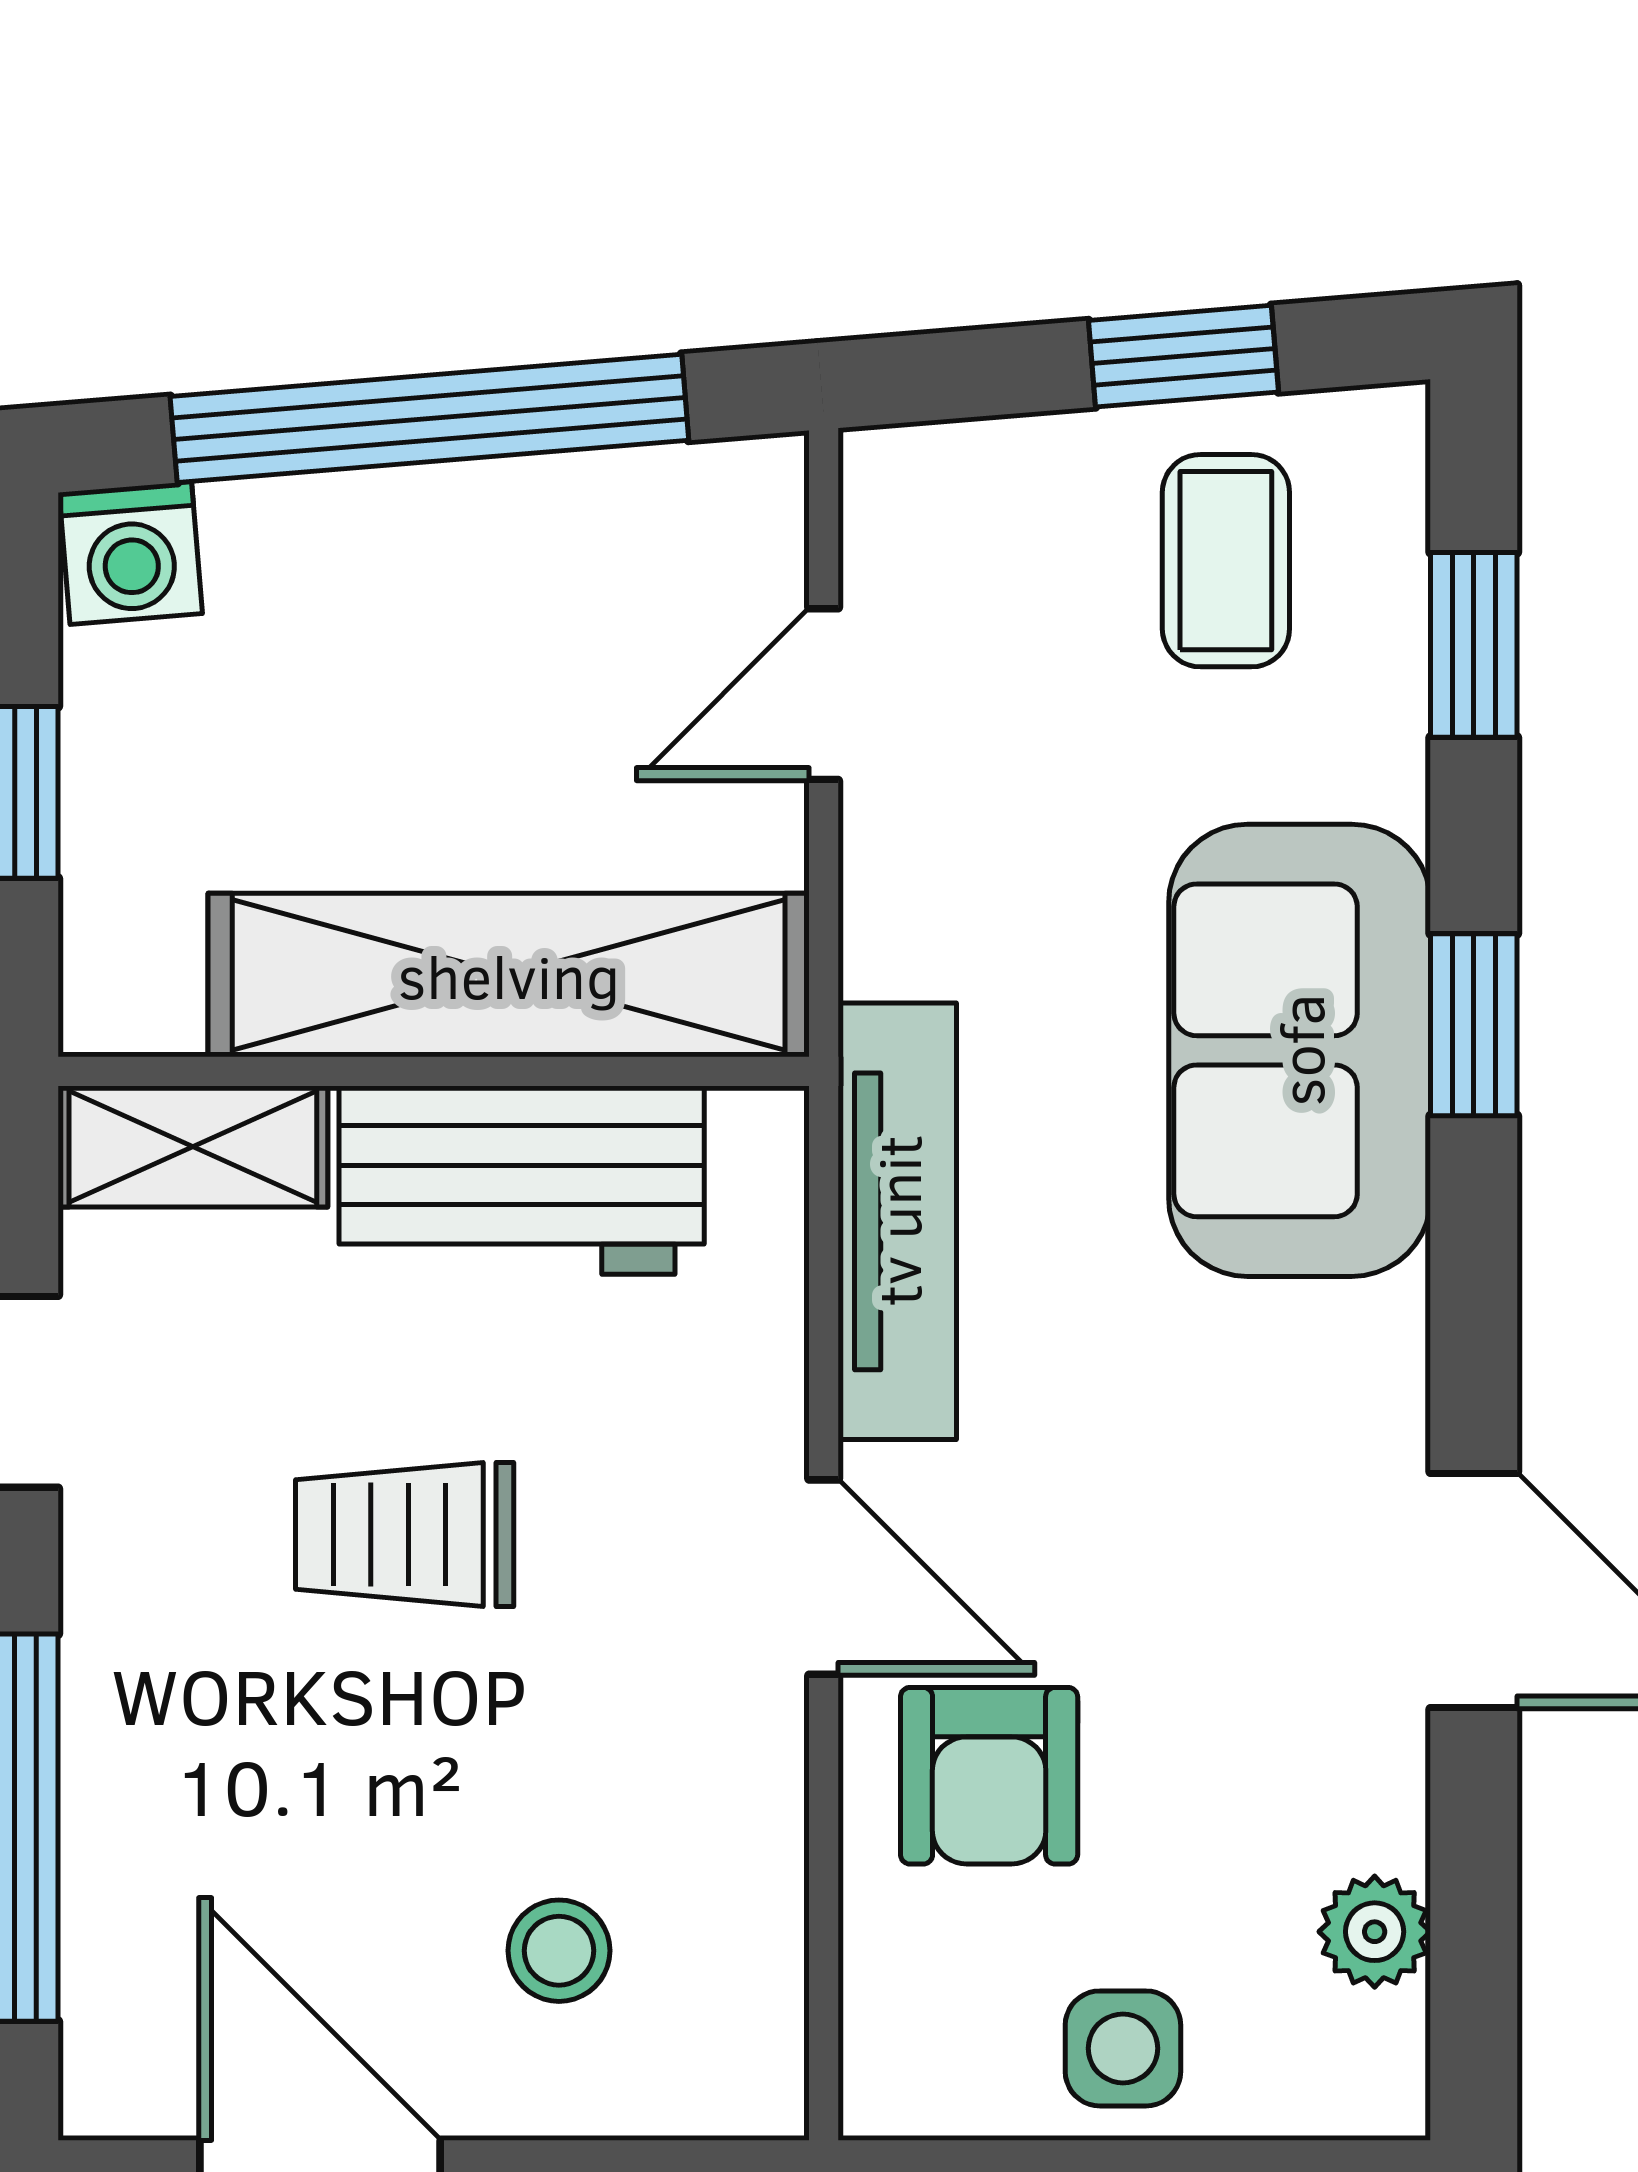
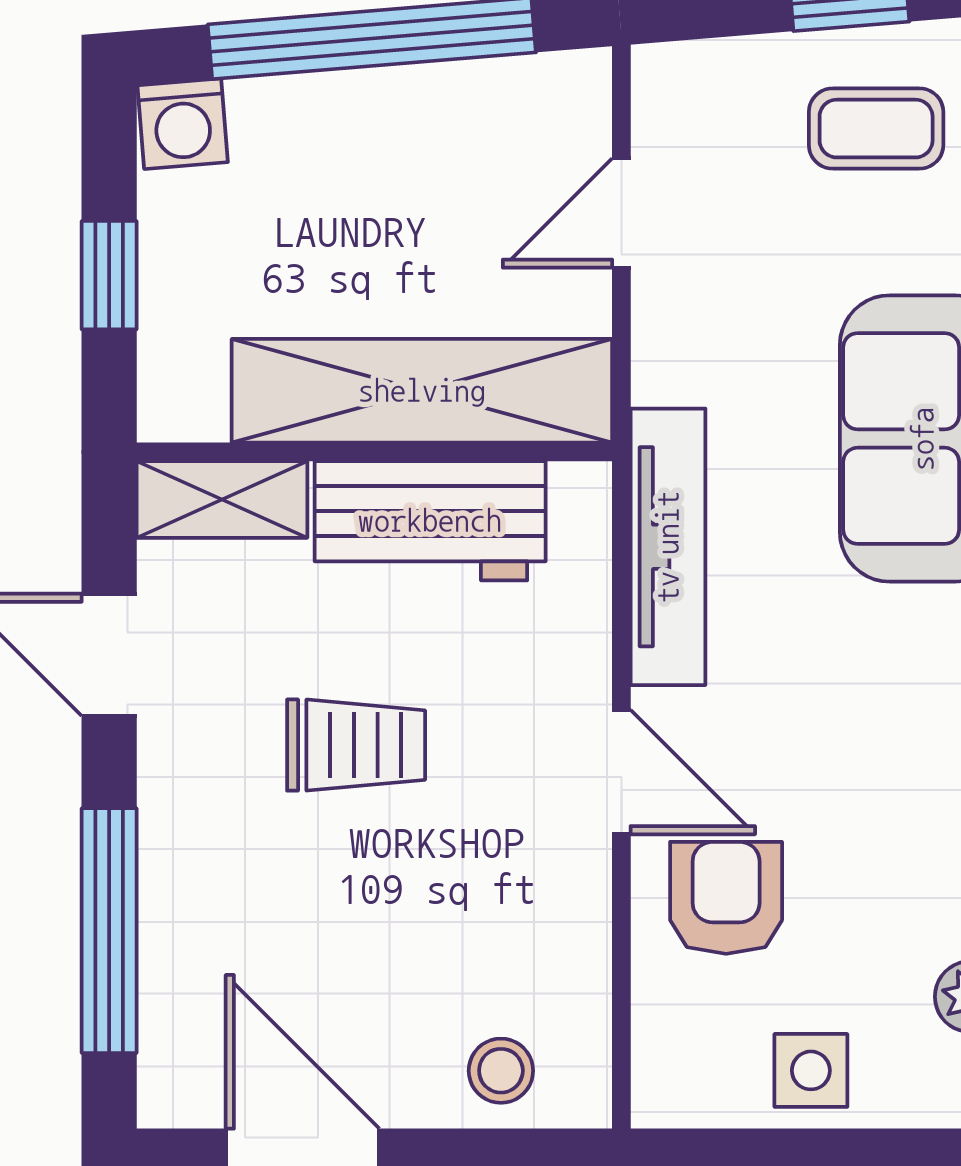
coffee table: (1226, 561) -> (876, 129), turned 90
trolley: (405, 1534) -> (356, 745), turned 180
armchair: (989, 1776) -> (726, 898), turned 180
stool: (559, 1951) -> (501, 1071), moved

